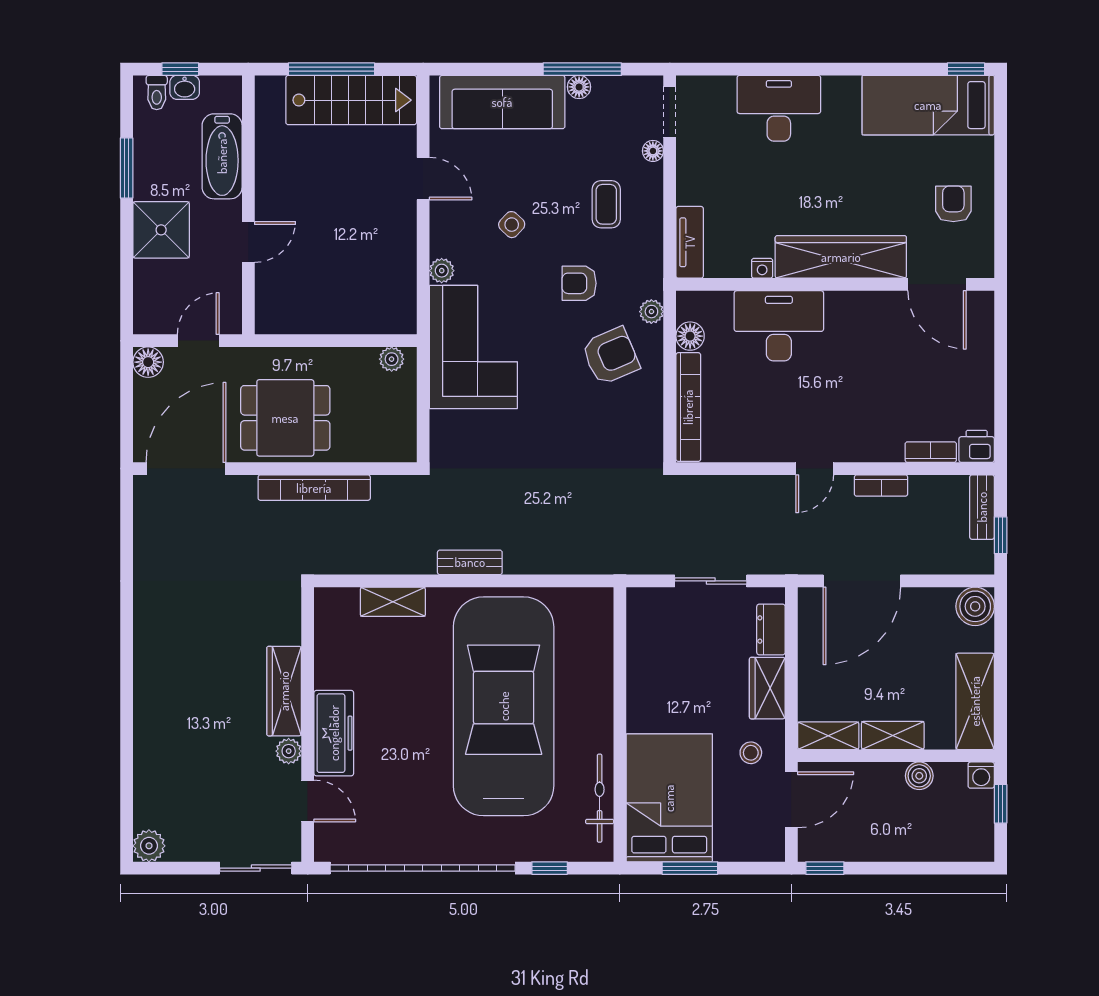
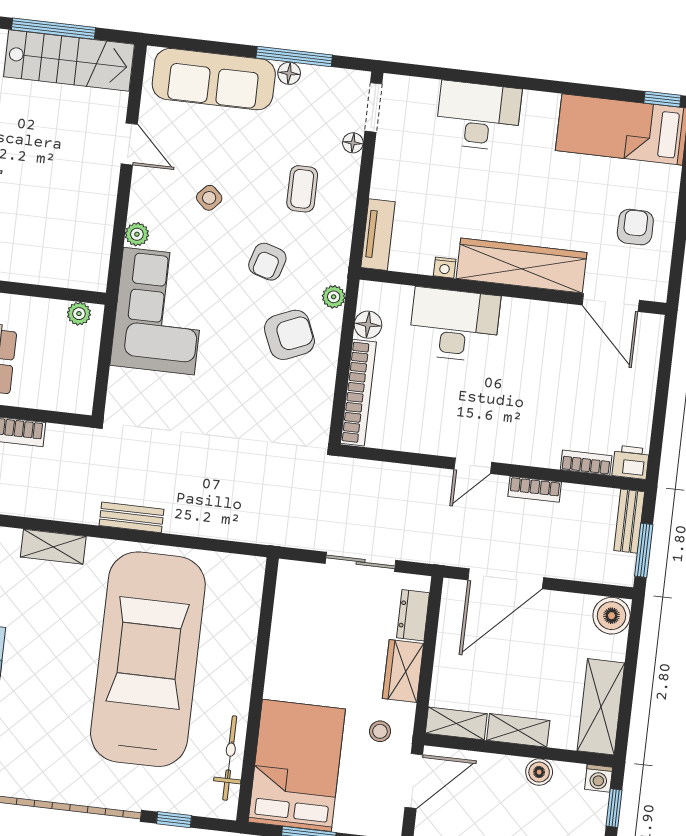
armchair: (579, 283) -> (267, 262), turned -73
window: (1001, 535) -> (644, 550), width x1.50

